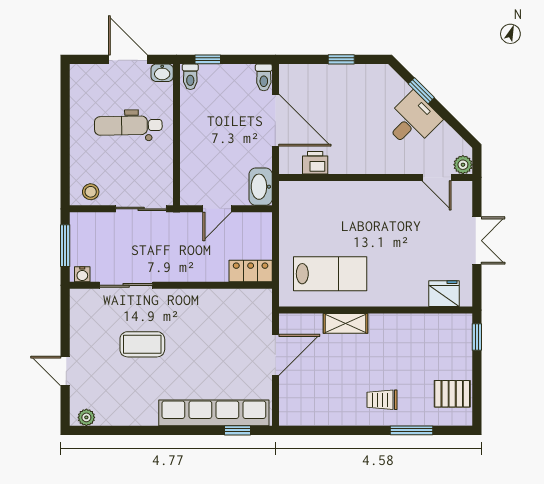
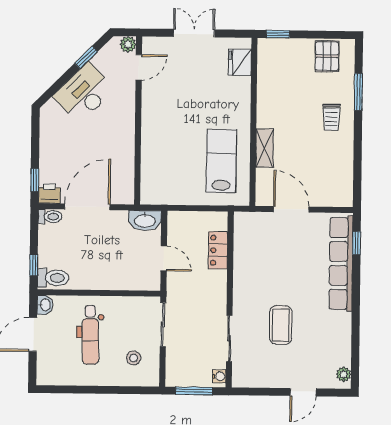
window: (341, 59) -> (35, 180), moved
toilet: (190, 77) -> (53, 278), width x1.37, depth x1.39
window: (421, 91) -> (86, 57), moved
desk: (412, 121) -> (84, 93), width x1.37
printer: (315, 163) -> (49, 194), moved, turned 90
stool: (91, 192) -> (134, 358), moved
locker: (251, 271) -> (218, 250), moved

